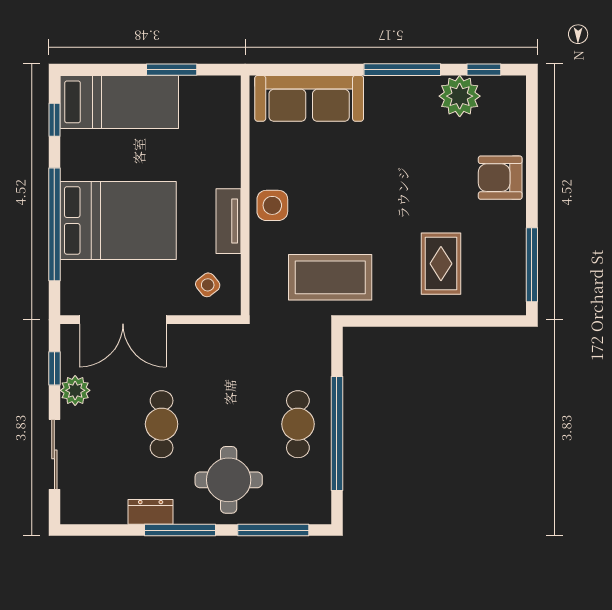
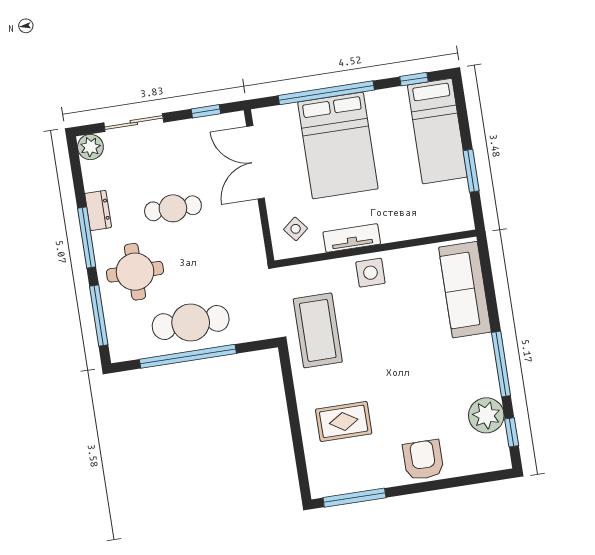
plant: (75, 390) -> (90, 147), moved
cafe table: (298, 424) -> (191, 322), width x1.37, depth x1.35

